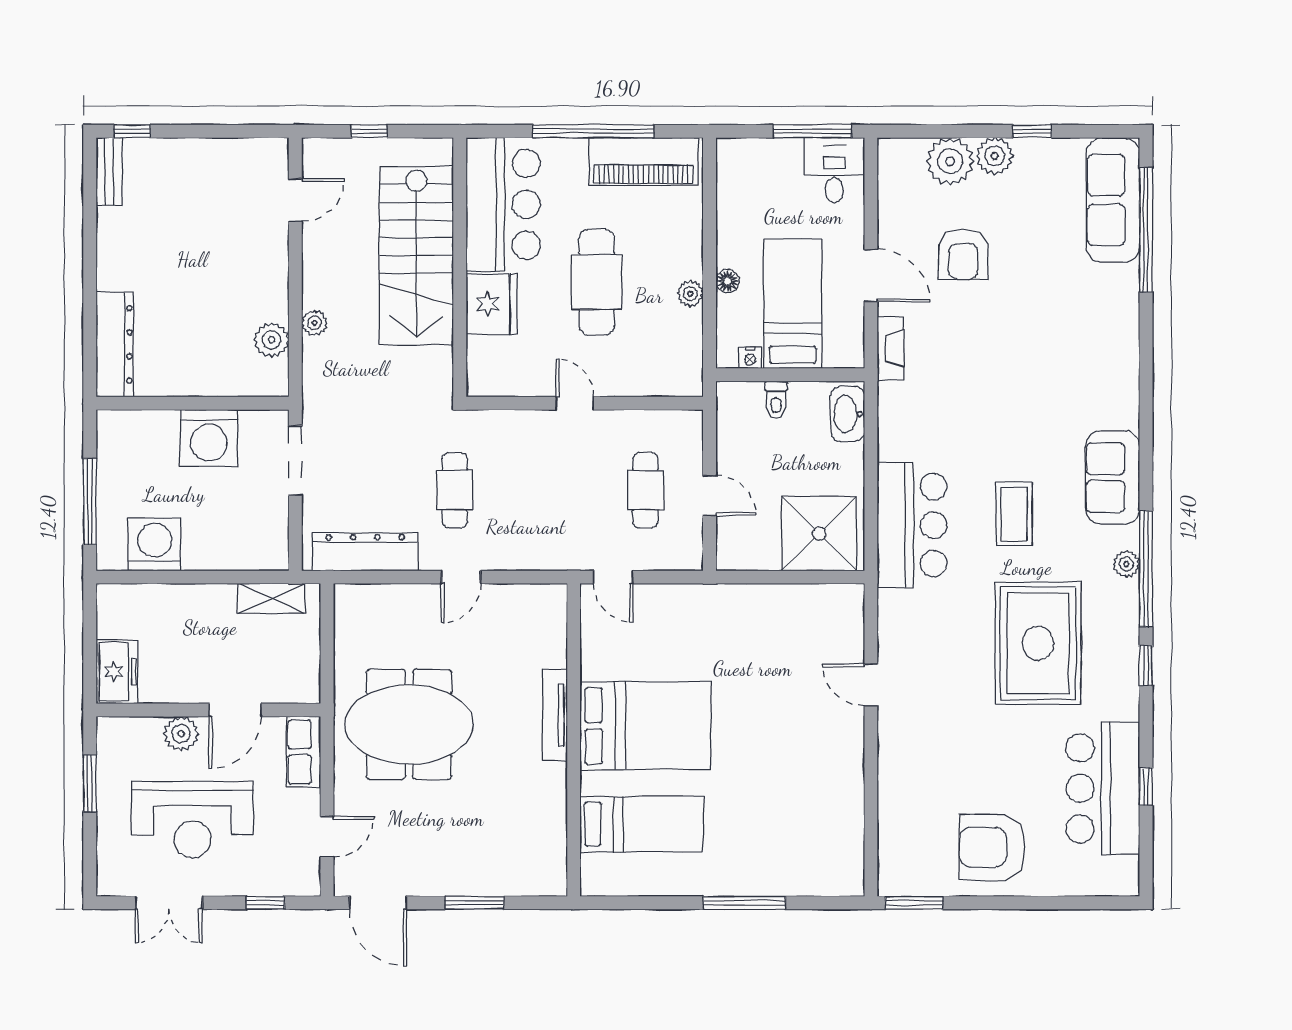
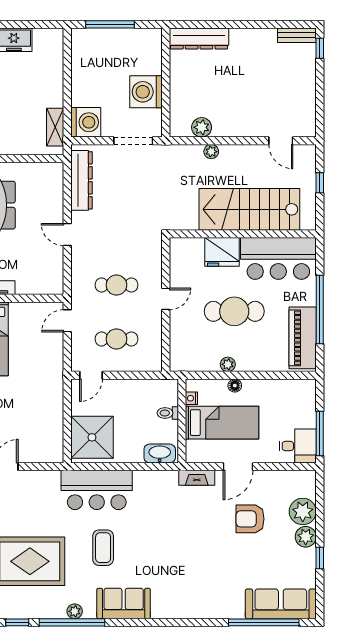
cafe table: (455, 490) -> (116, 285), moved
door: (710, 495) -> (91, 375), moved
coffee table: (1014, 514) -> (103, 548), turned 90
washing machine: (154, 544) -> (86, 122), moved

